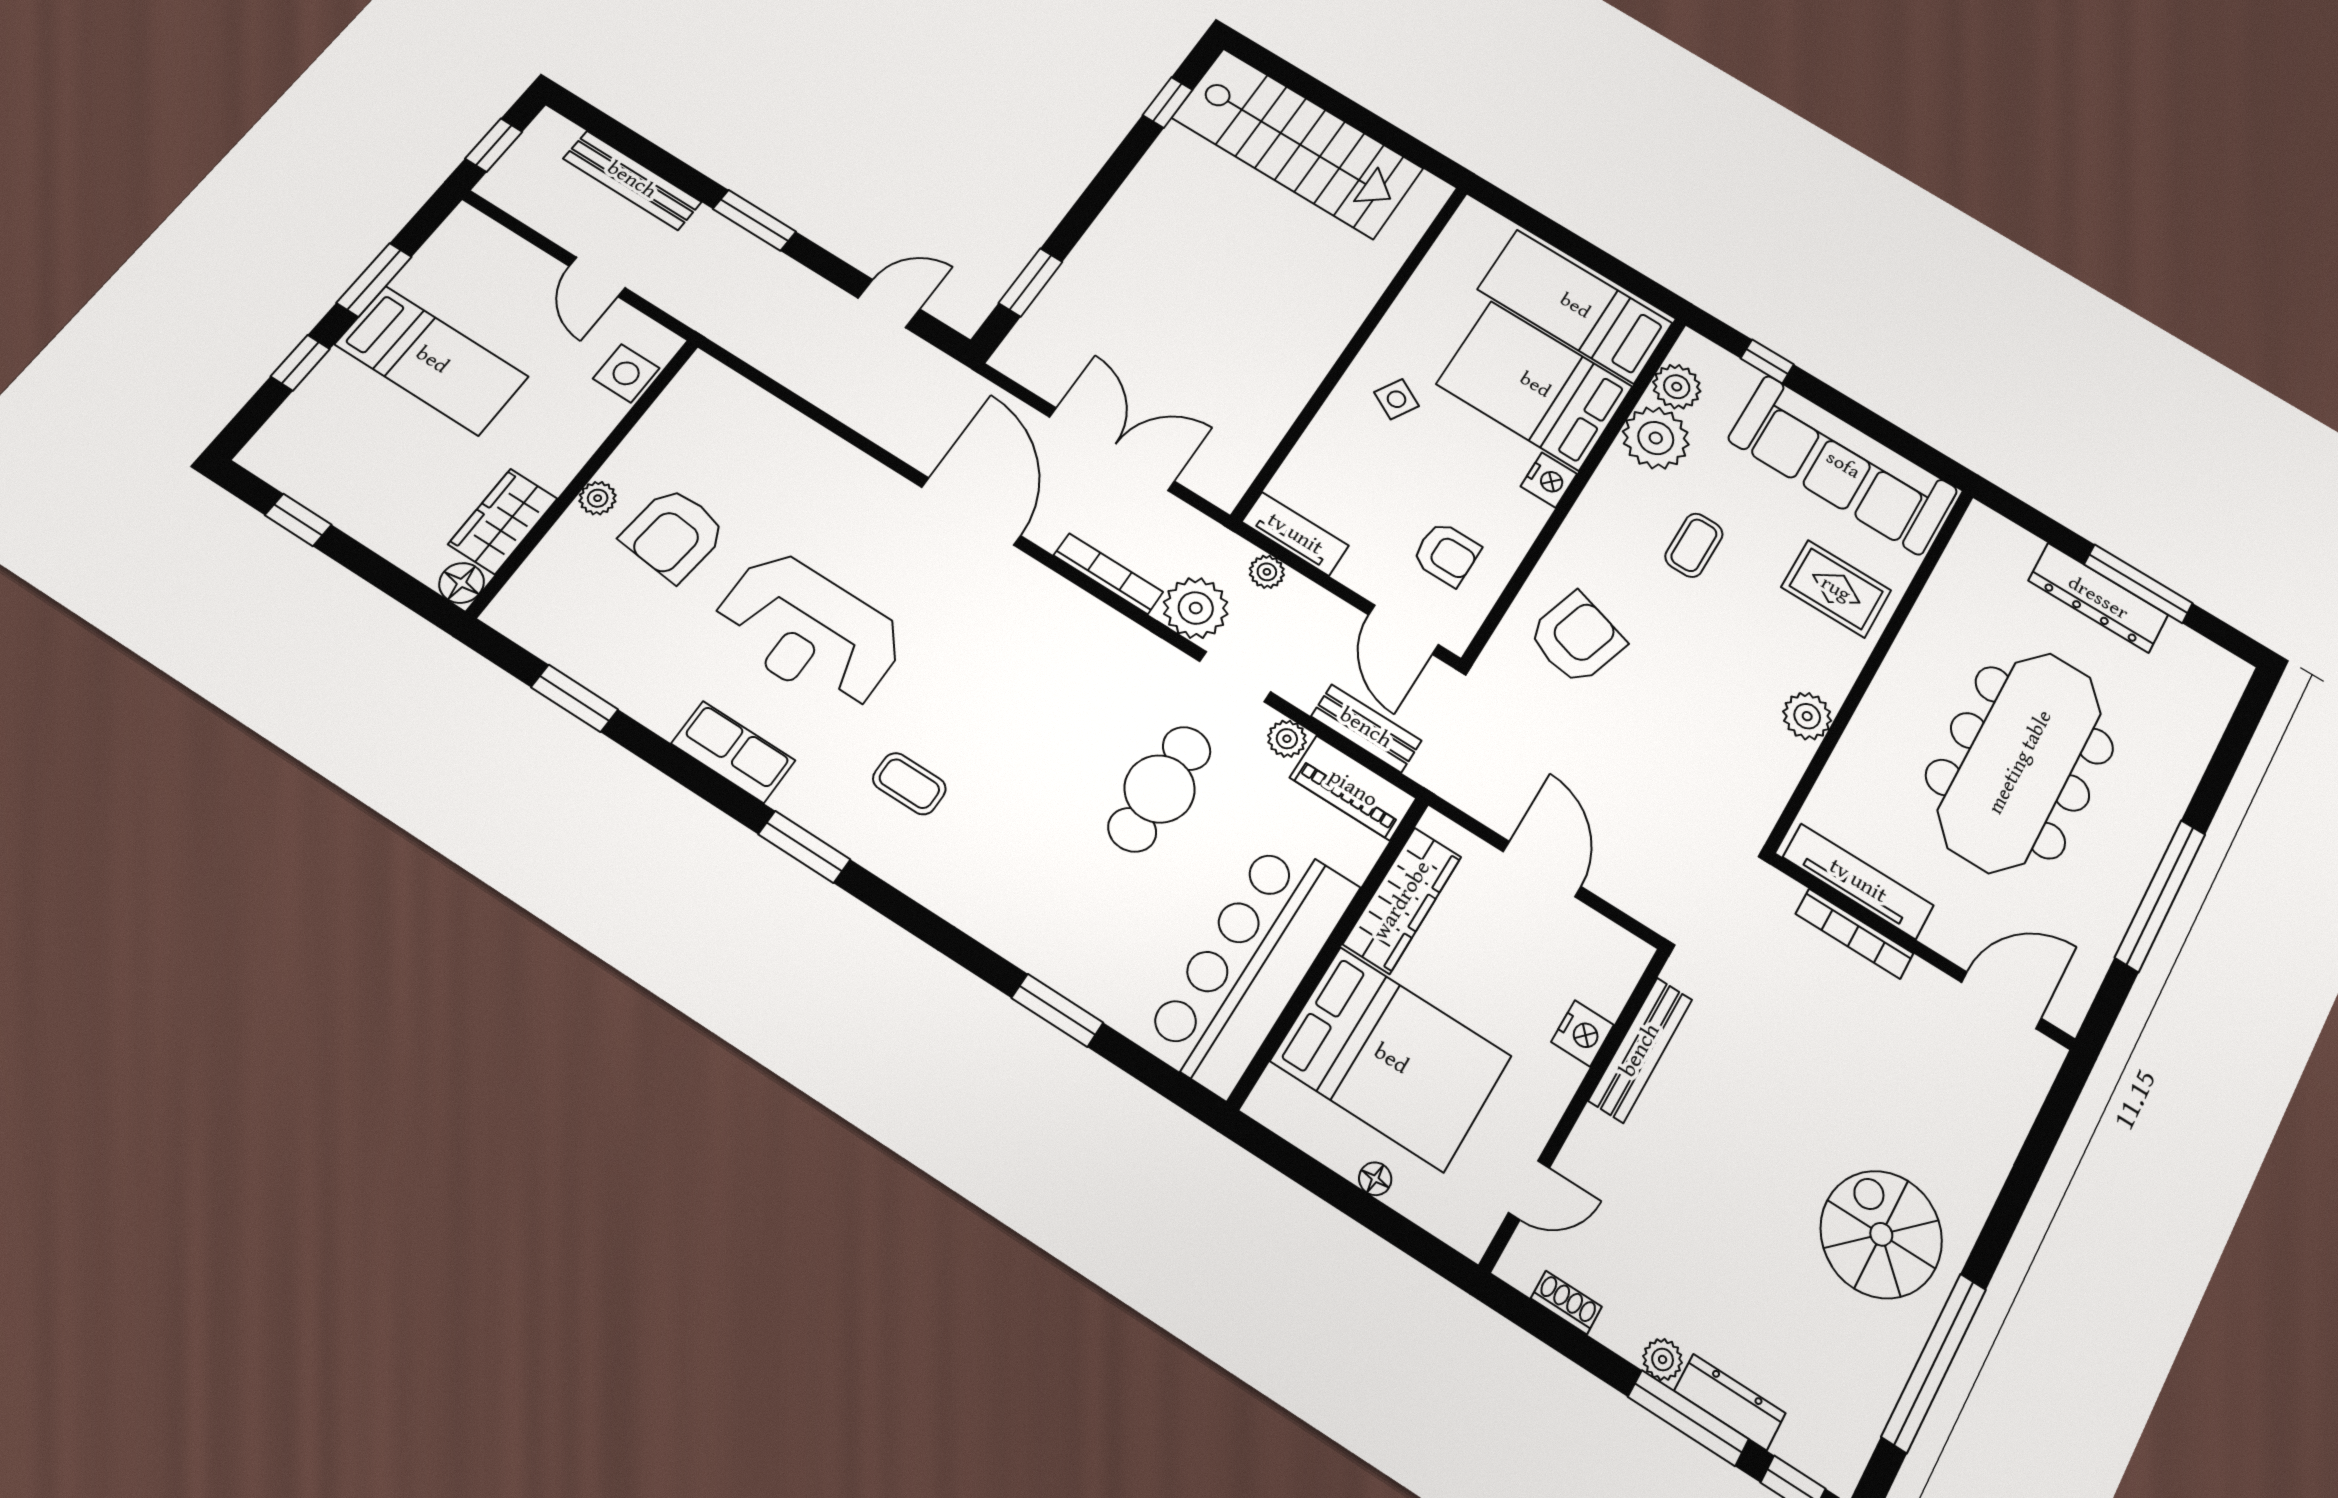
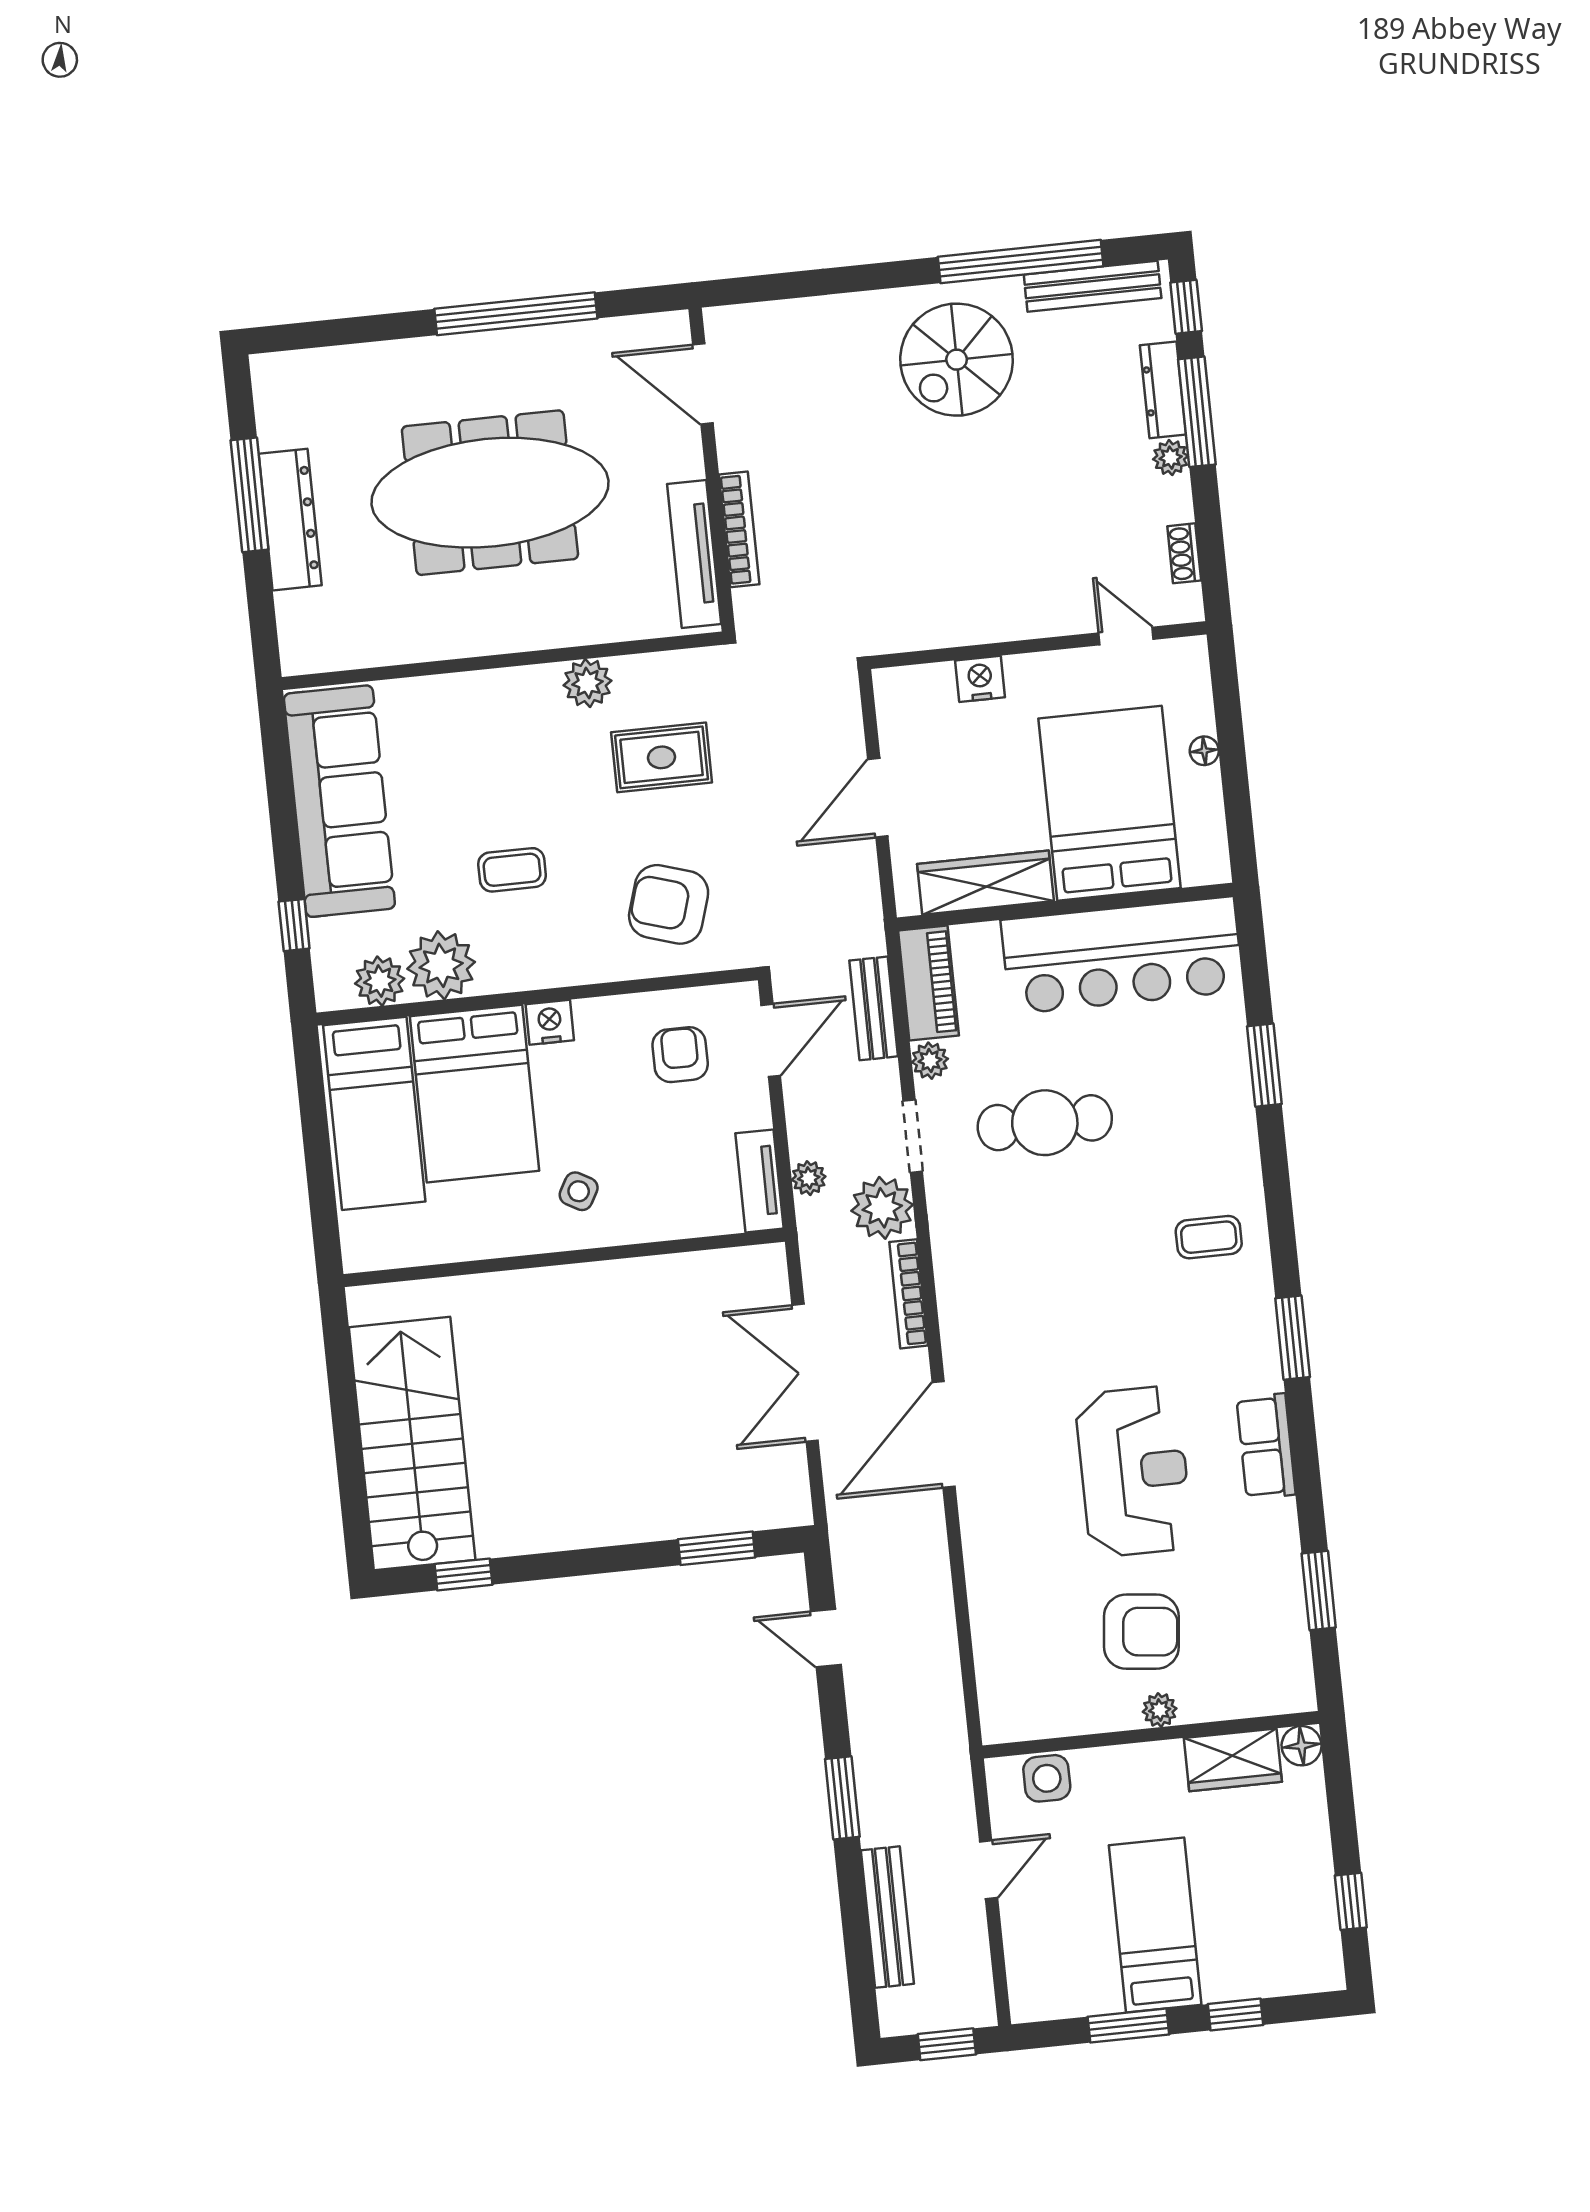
rug: (1836, 589) -> (662, 757), moved, turned 90
coffee table: (909, 784) -> (1209, 1237), moved, turned 90
bench: (1640, 1050) -> (1093, 286), moved

